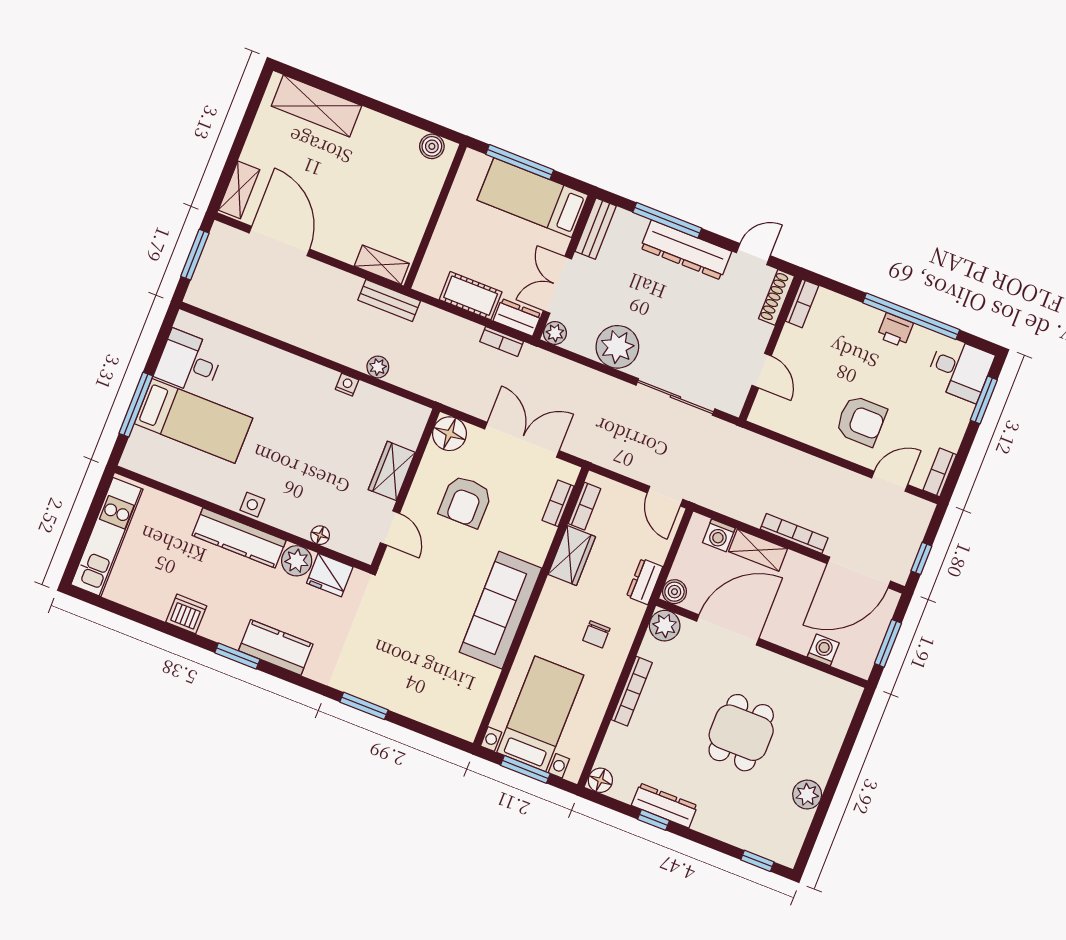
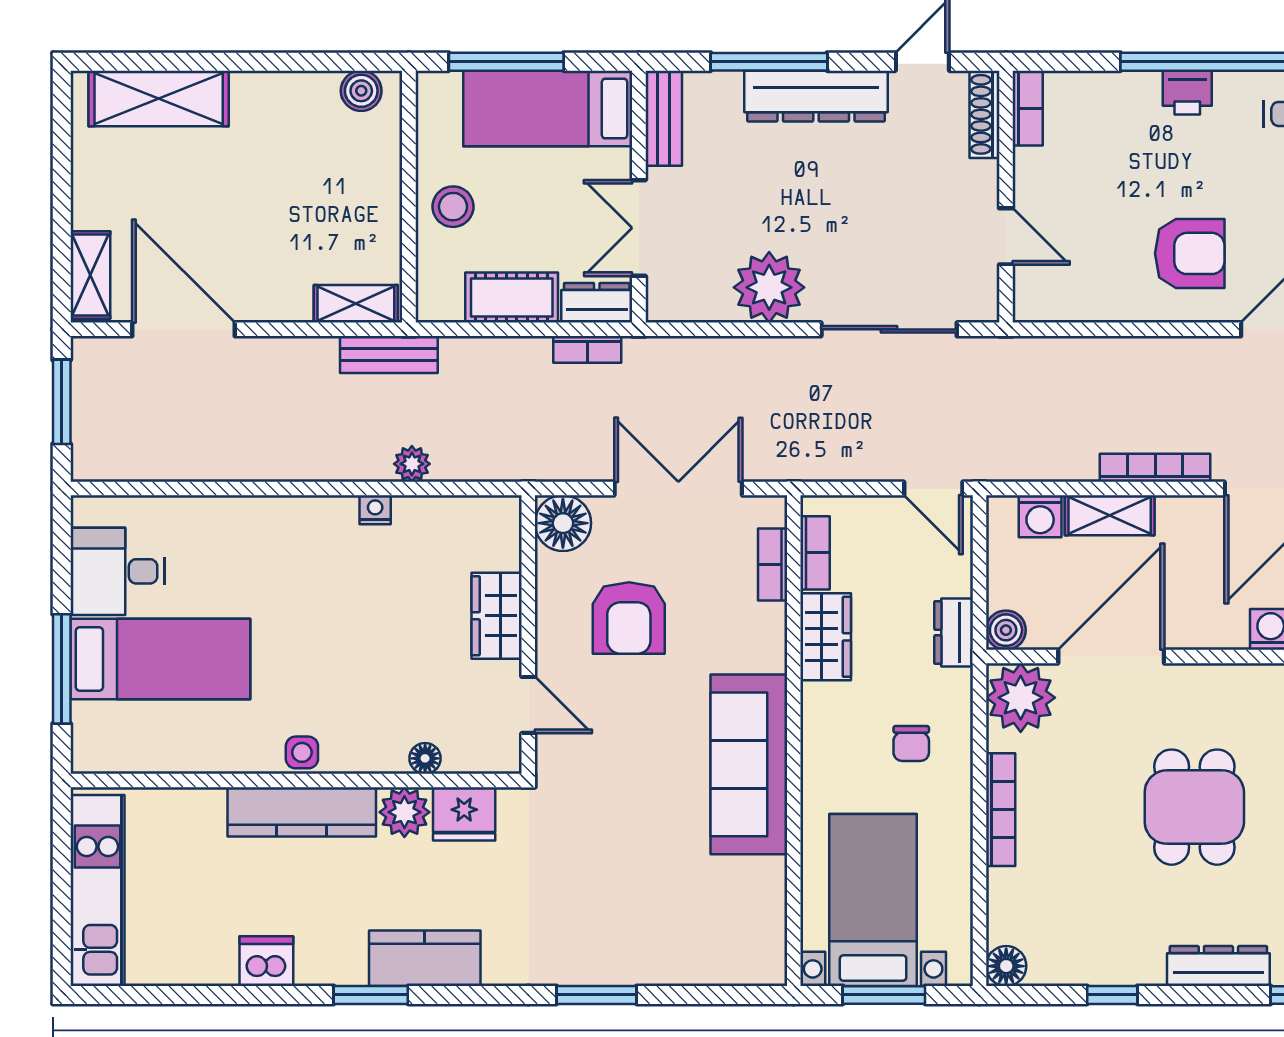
stool: (458, 232) -> (453, 207), added
plant: (555, 333) -> (664, 304), removed
plant: (665, 626) -> (1021, 698), width x1.36, depth x1.36
dresser: (664, 806) -> (1218, 966), moved

